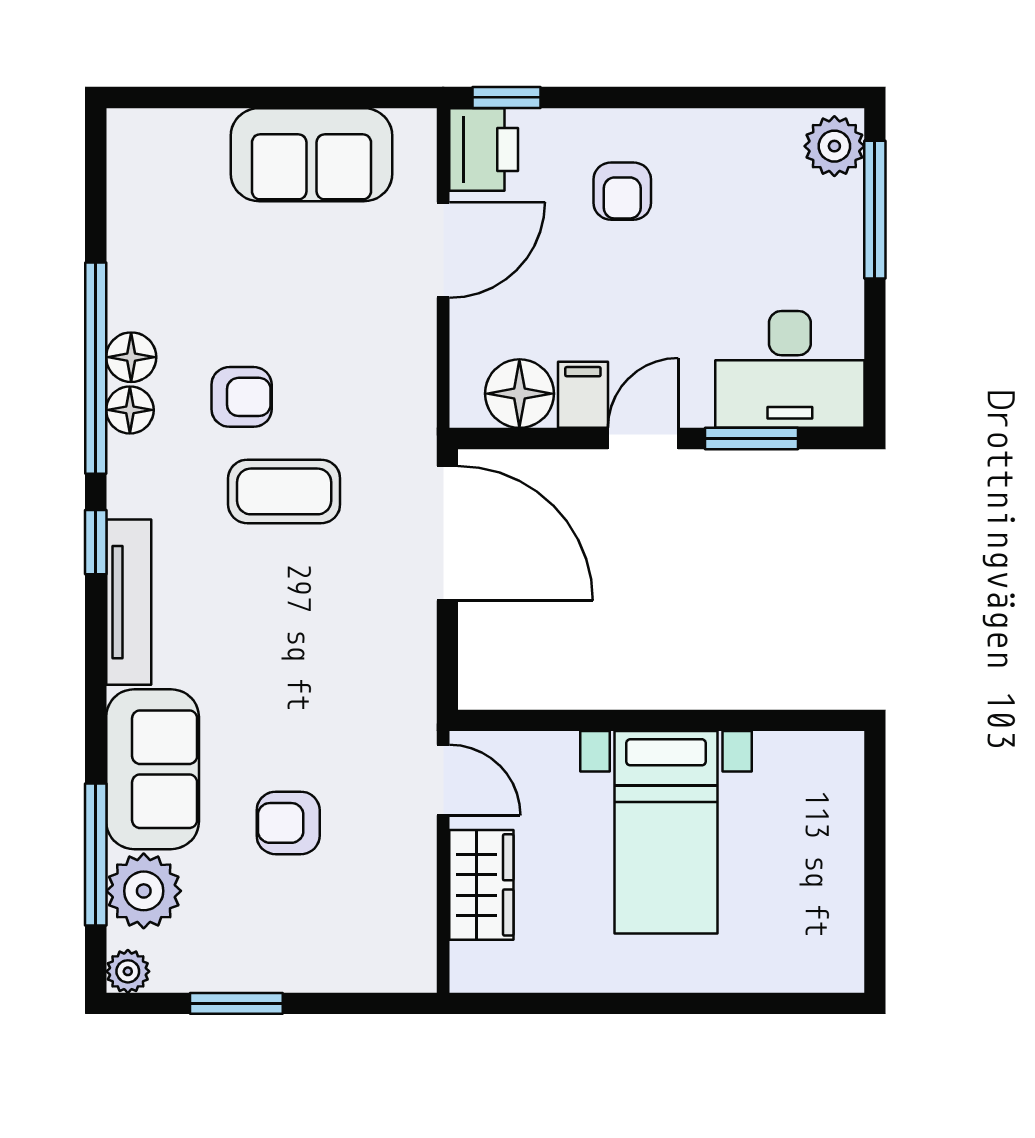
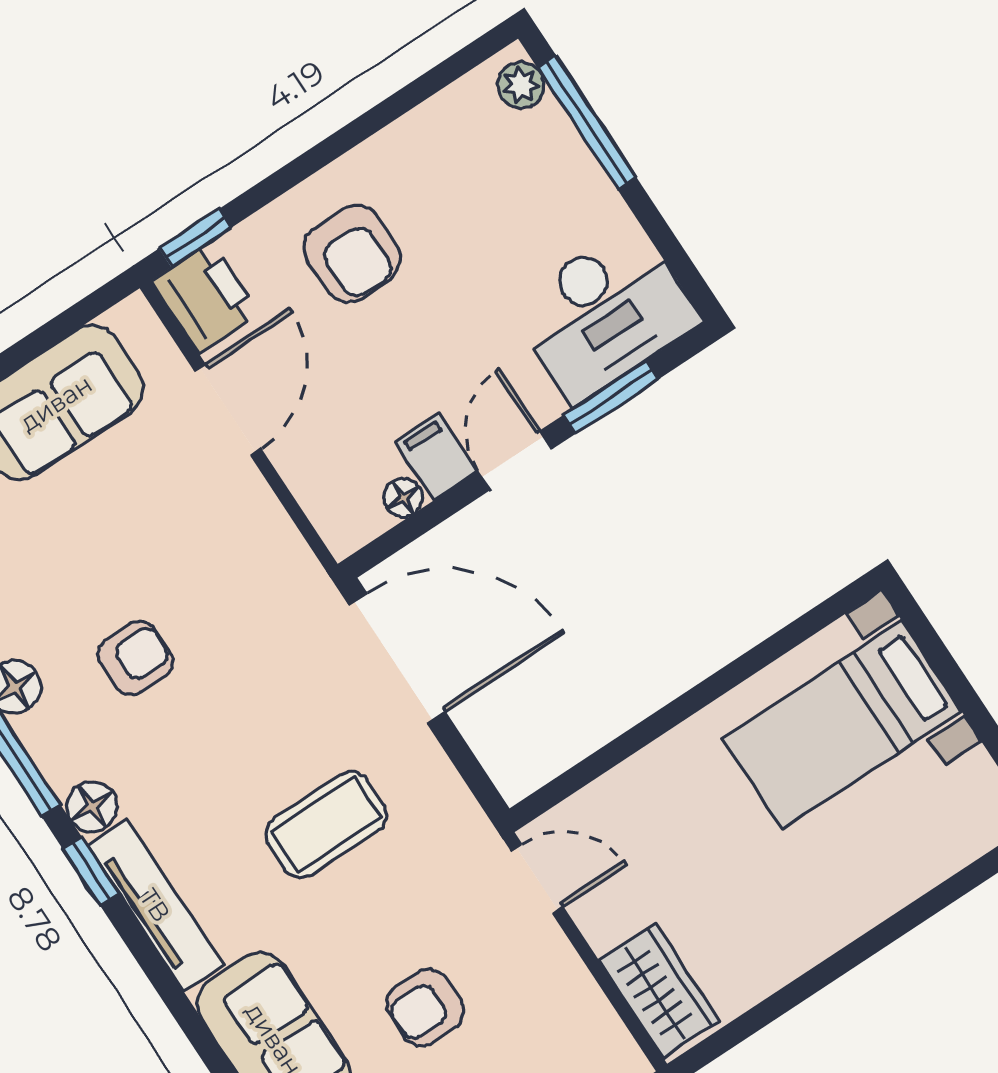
plant: (834, 146) -> (521, 85), width x0.73, depth x0.73
armchair: (622, 191) -> (352, 253), width x1.38, depth x1.38
floor lamp: (519, 394) -> (403, 497), width x0.53, depth x0.53
floor lamp: (130, 410) -> (92, 807), moved
coffee table: (284, 491) -> (326, 825), moved
bed with nightstands: (666, 832) -> (842, 725), moved, turned 90
wardrobe: (481, 885) -> (659, 990), moved

